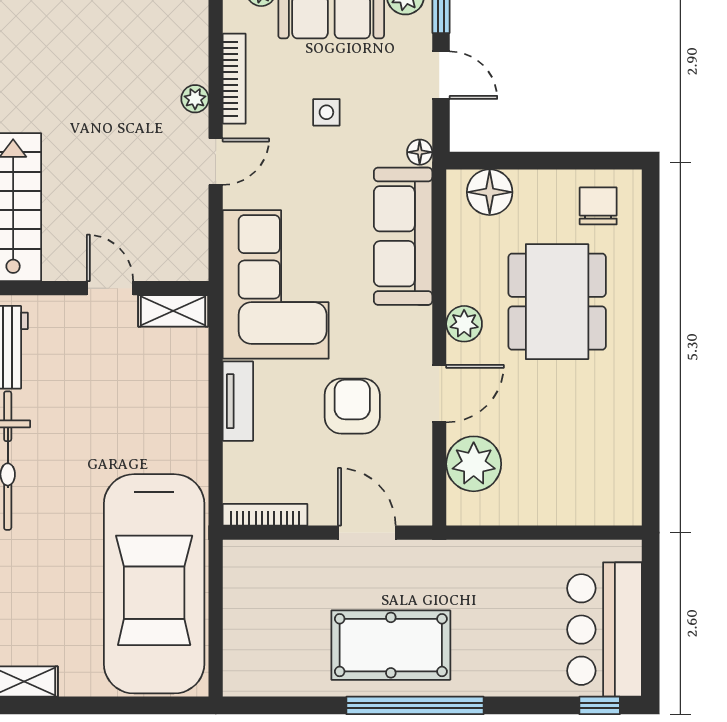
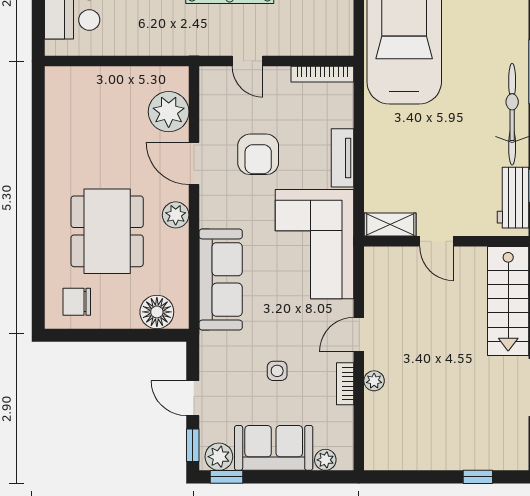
bookcase: (234, 79) -> (345, 384), width x0.64
floor lamp: (420, 152) -> (208, 341), removed
chair: (598, 206) -> (77, 302), turned 90
door: (439, 394) -> (194, 164), hinge flipped
door: (367, 533) -> (247, 61), width x0.73

